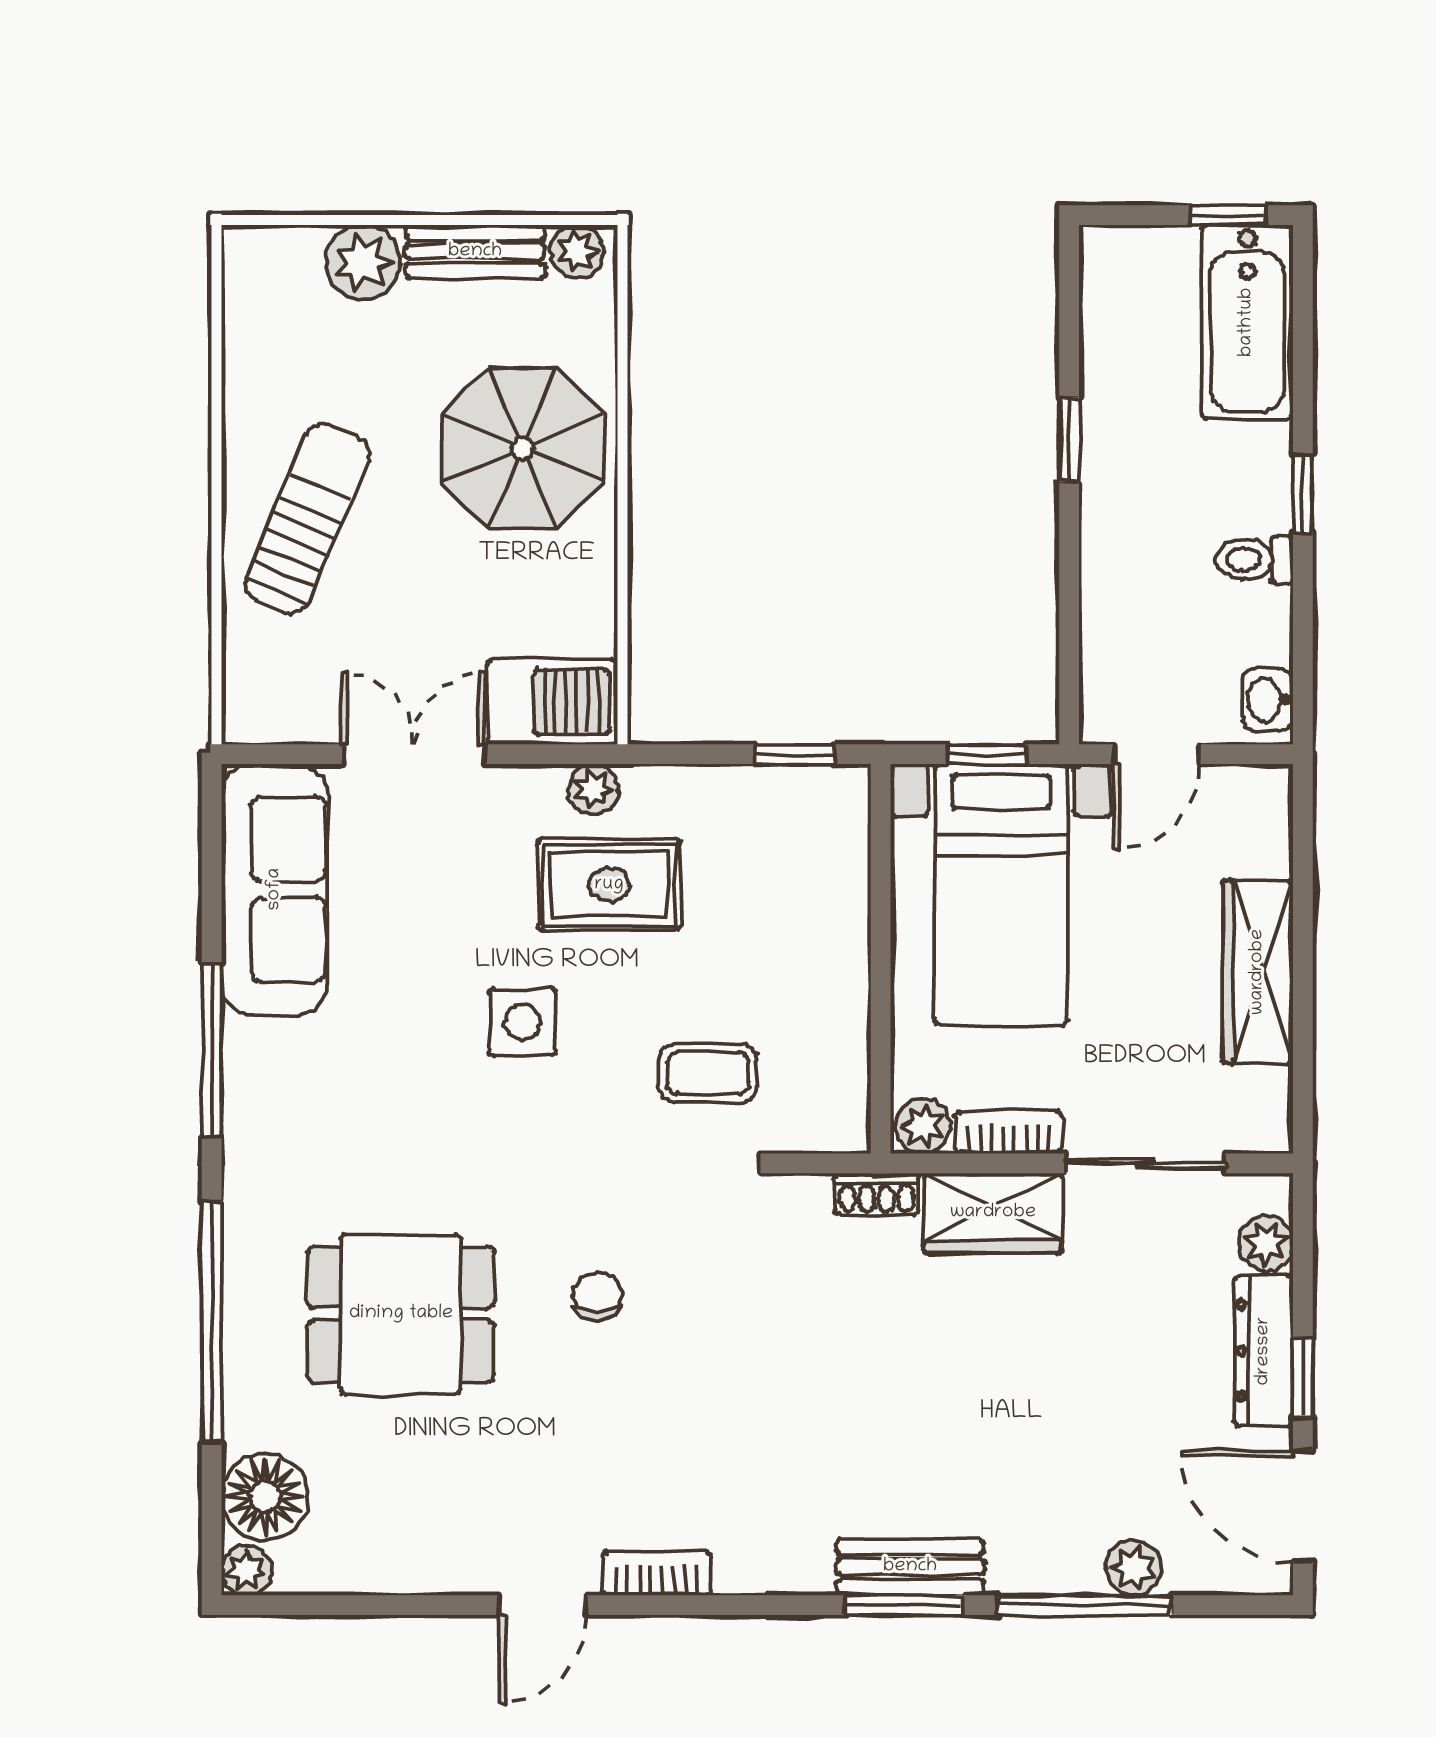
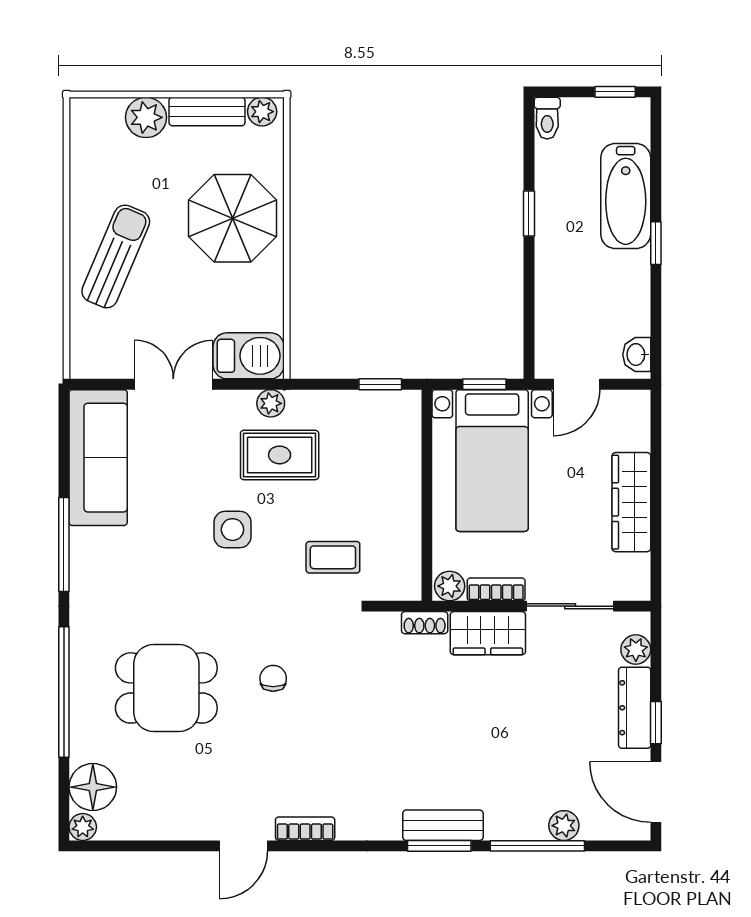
bathtub: (1247, 322) -> (626, 196), moved
toilet: (1254, 560) -> (547, 118), moved, turned -90

